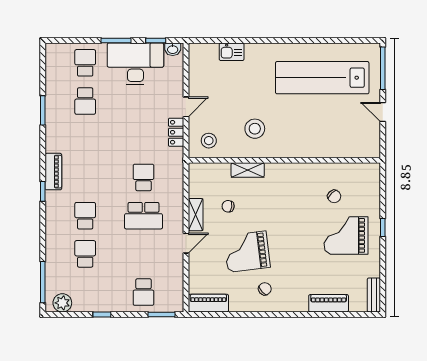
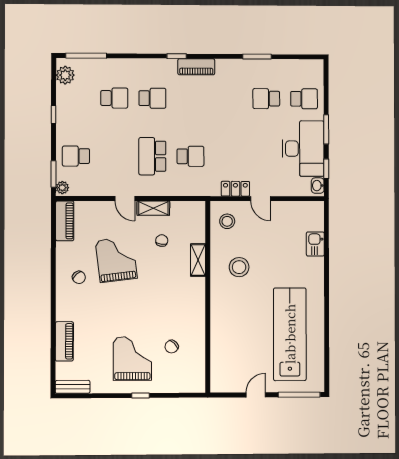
plant: (175, 306) -> (62, 188), added

